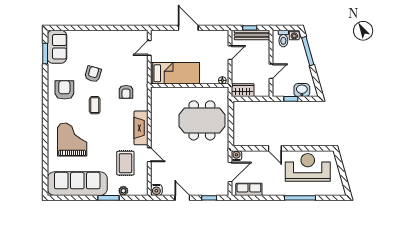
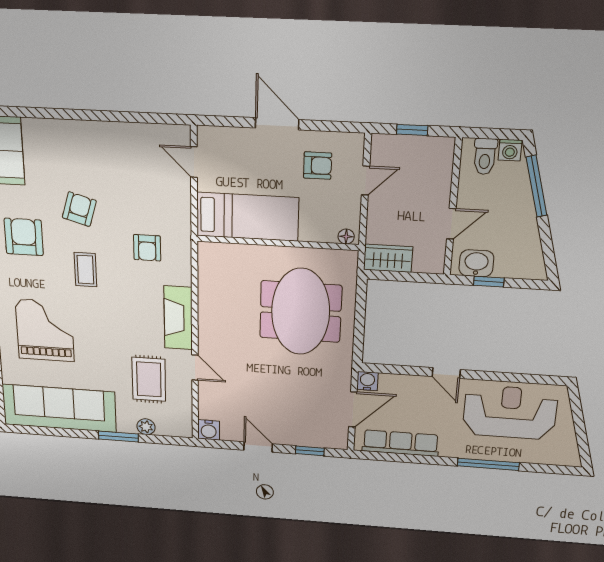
bench: (252, 35) -> (416, 146), removed
armchair: (207, 47) -> (318, 166), added
door: (149, 48) -> (194, 162), hinge flipped
washbasin: (302, 90) -> (476, 263), moved
meeting table: (202, 120) -> (301, 312), turned 90
row of seats: (249, 189) -> (401, 443), width x1.48

